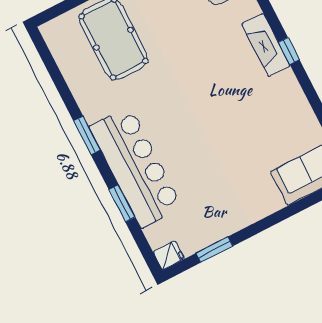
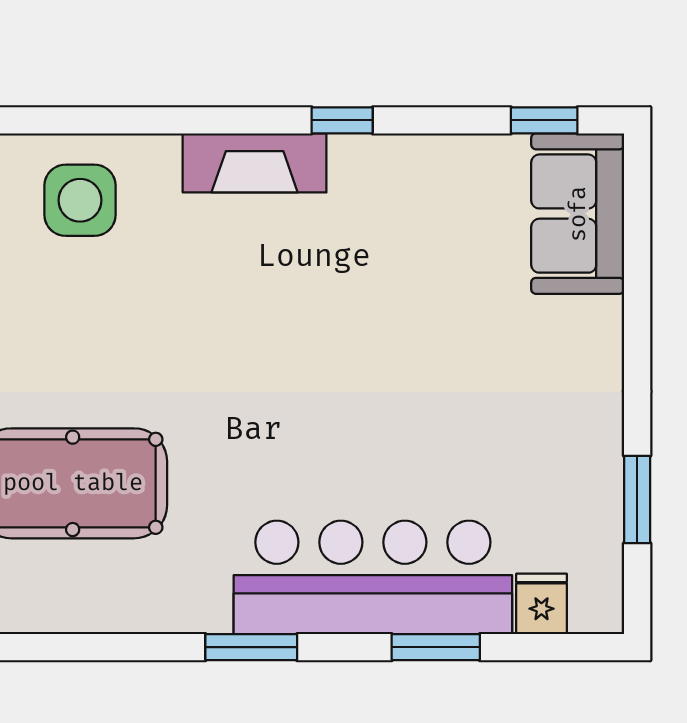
window: (289, 51) -> (342, 120), moved
fridge: (169, 255) -> (541, 604), moved

